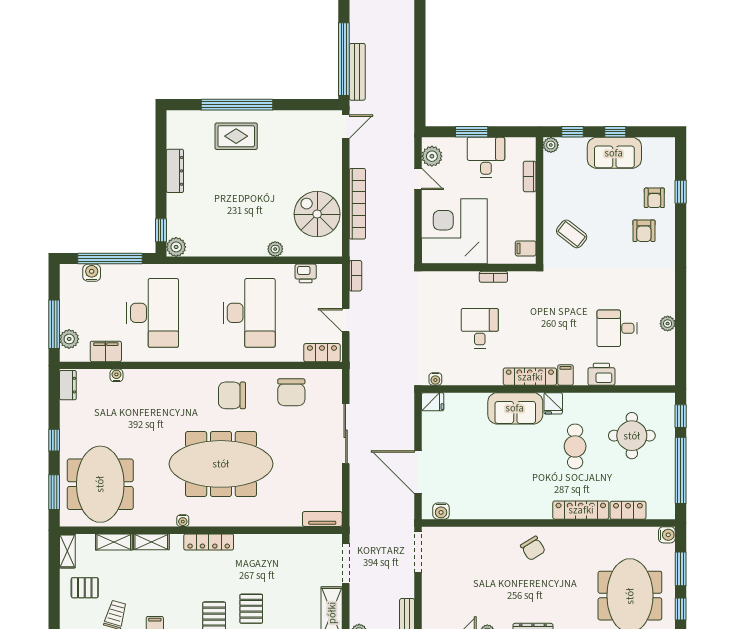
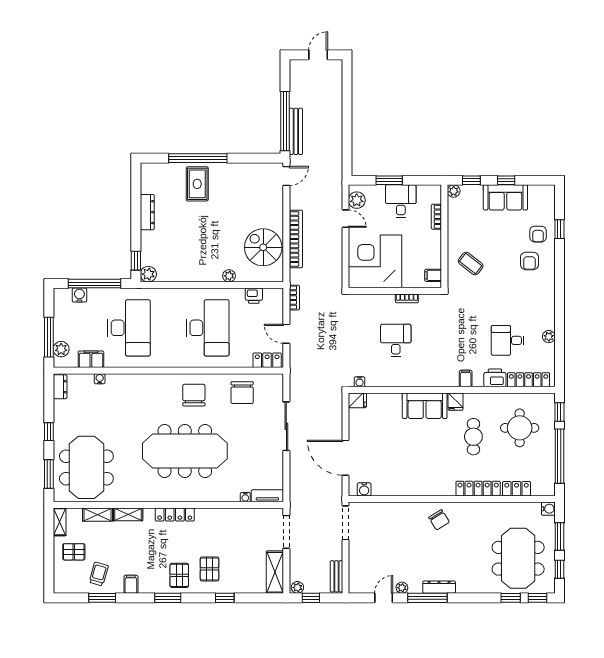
rug: (236, 136) -> (197, 184), turned 90
locker: (530, 377) -> (529, 380), moved
chair: (232, 395) -> (194, 395), turned 90
water cooler: (183, 521) -> (245, 497), moved

